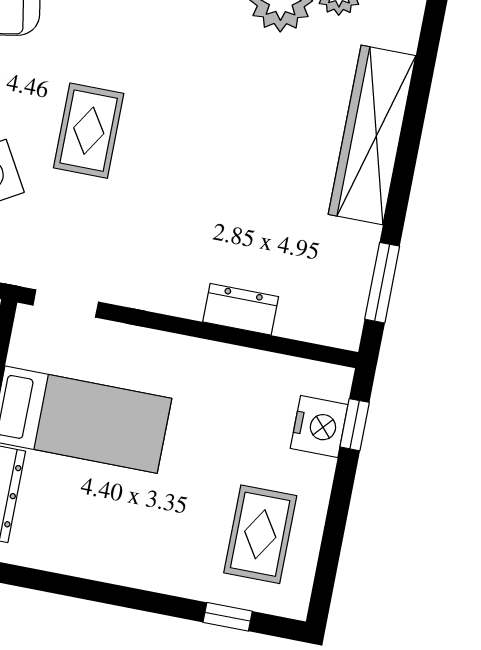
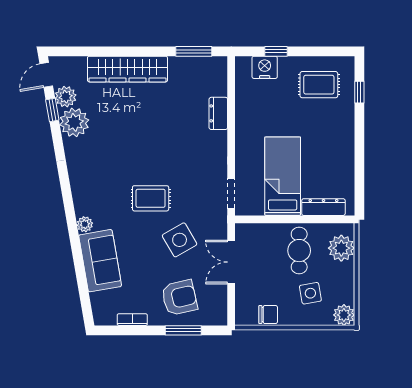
window: (355, 425) -> (276, 51), moved

